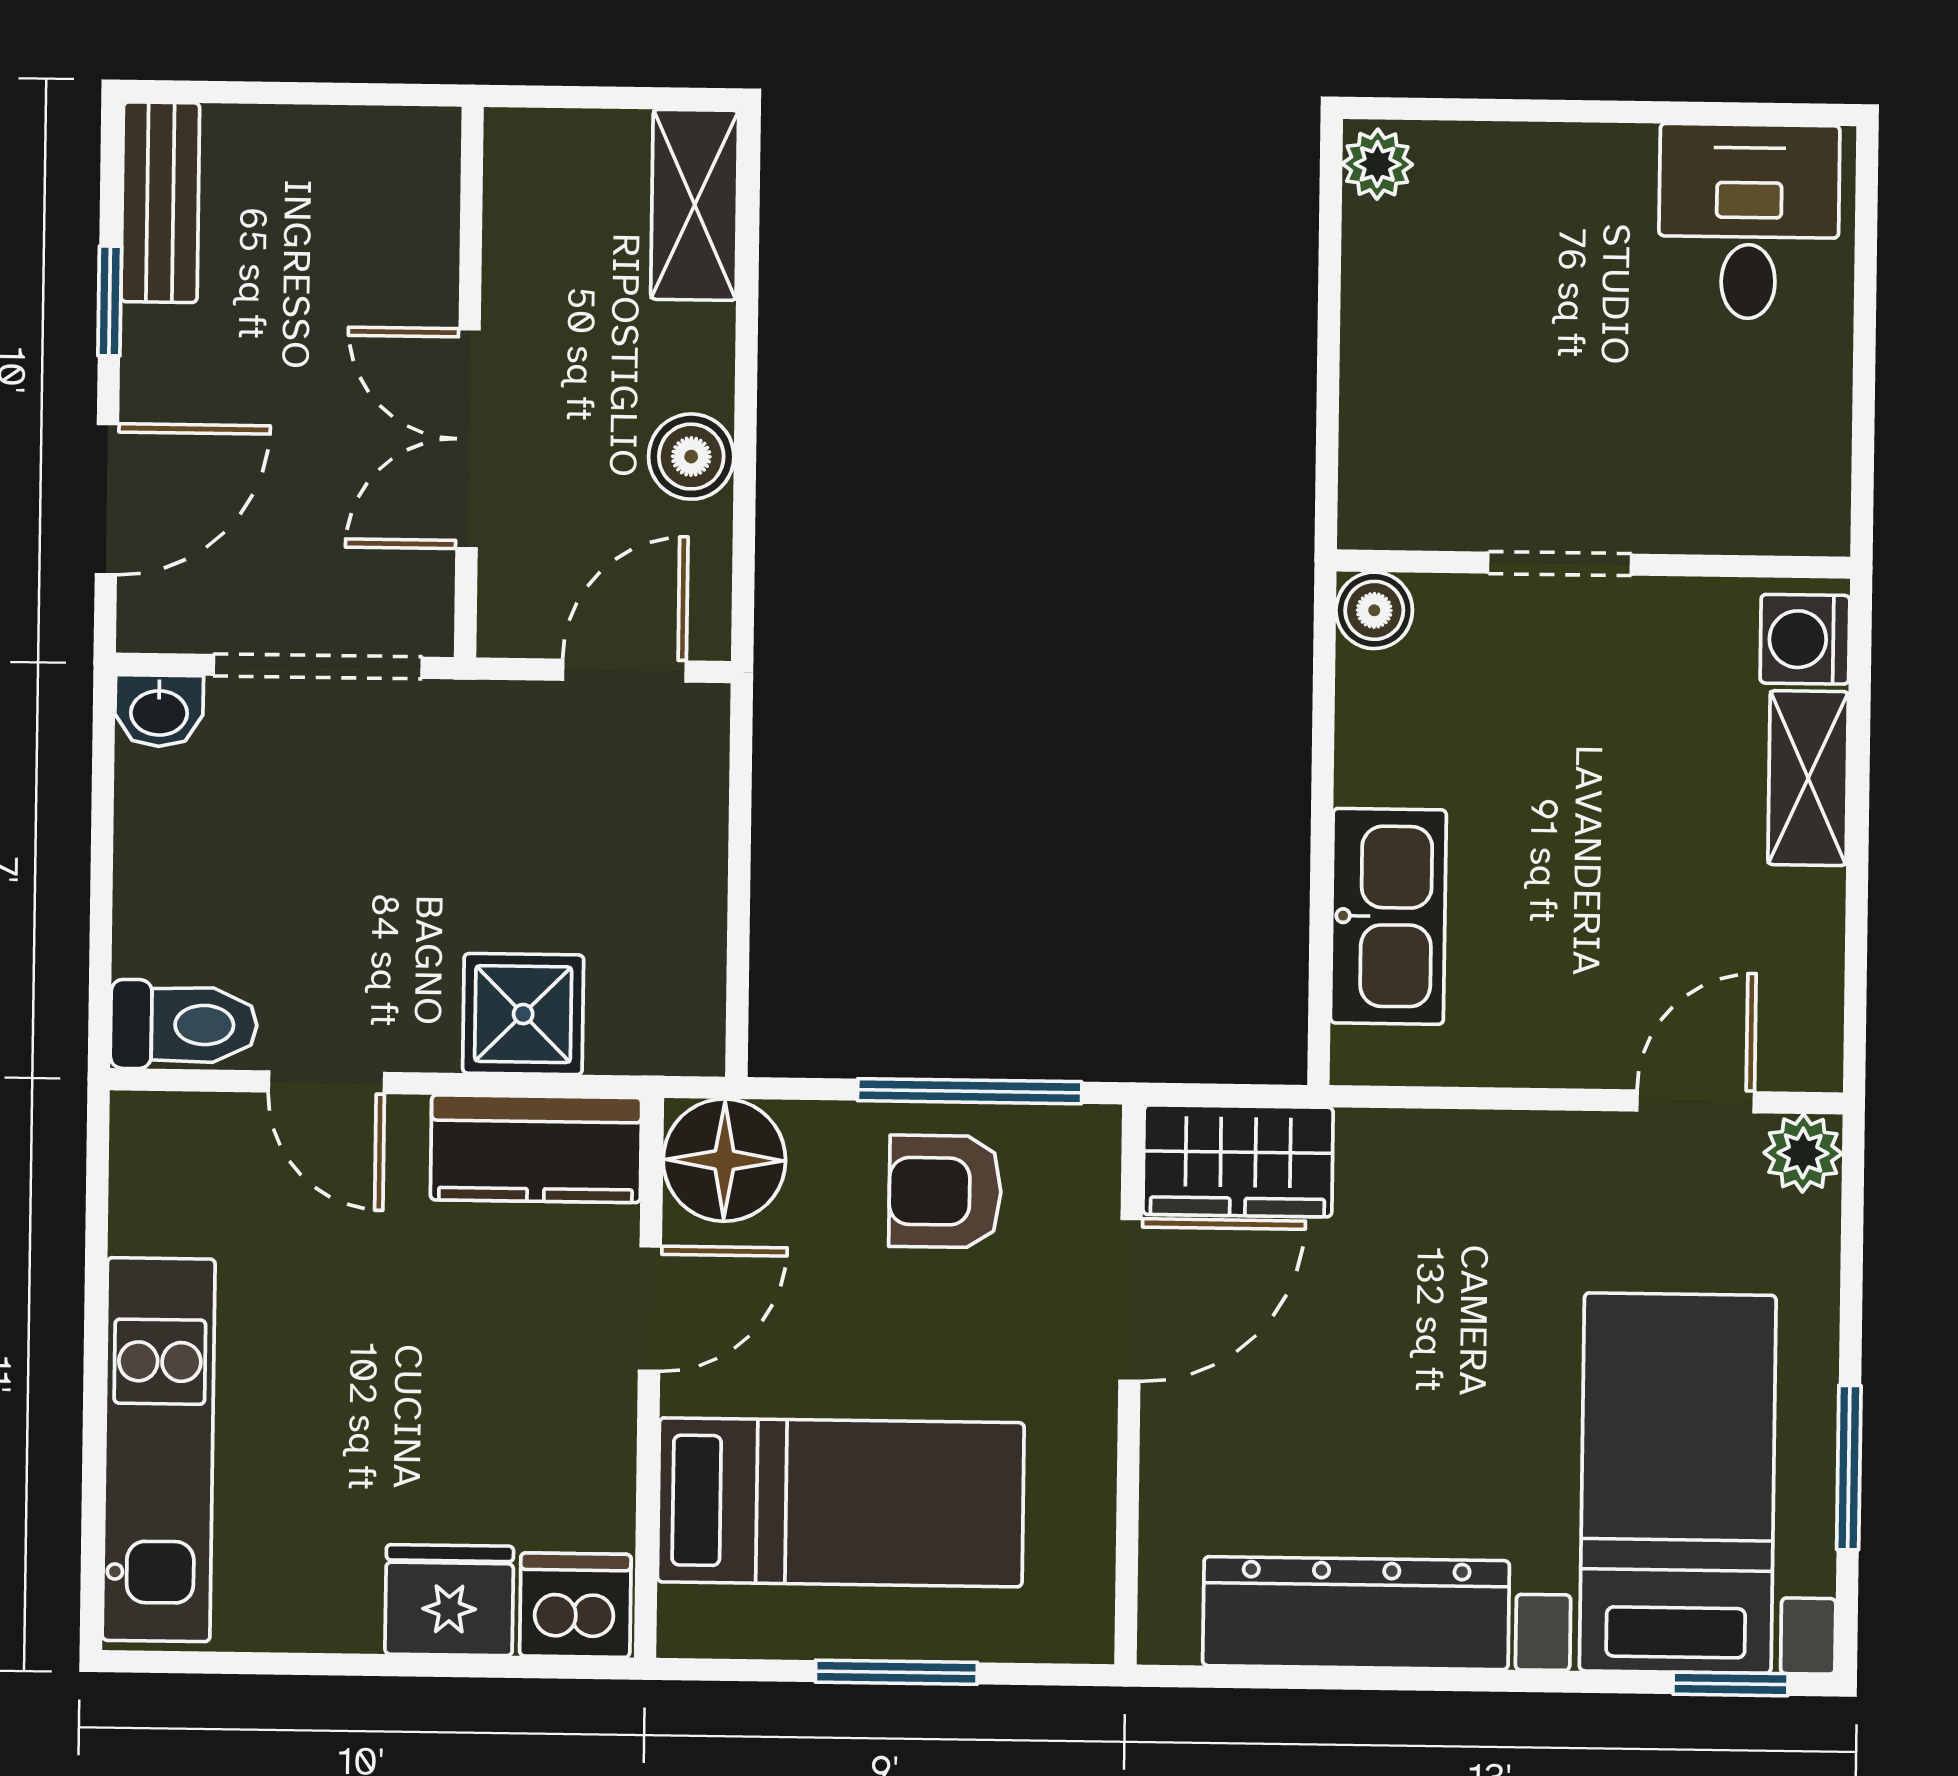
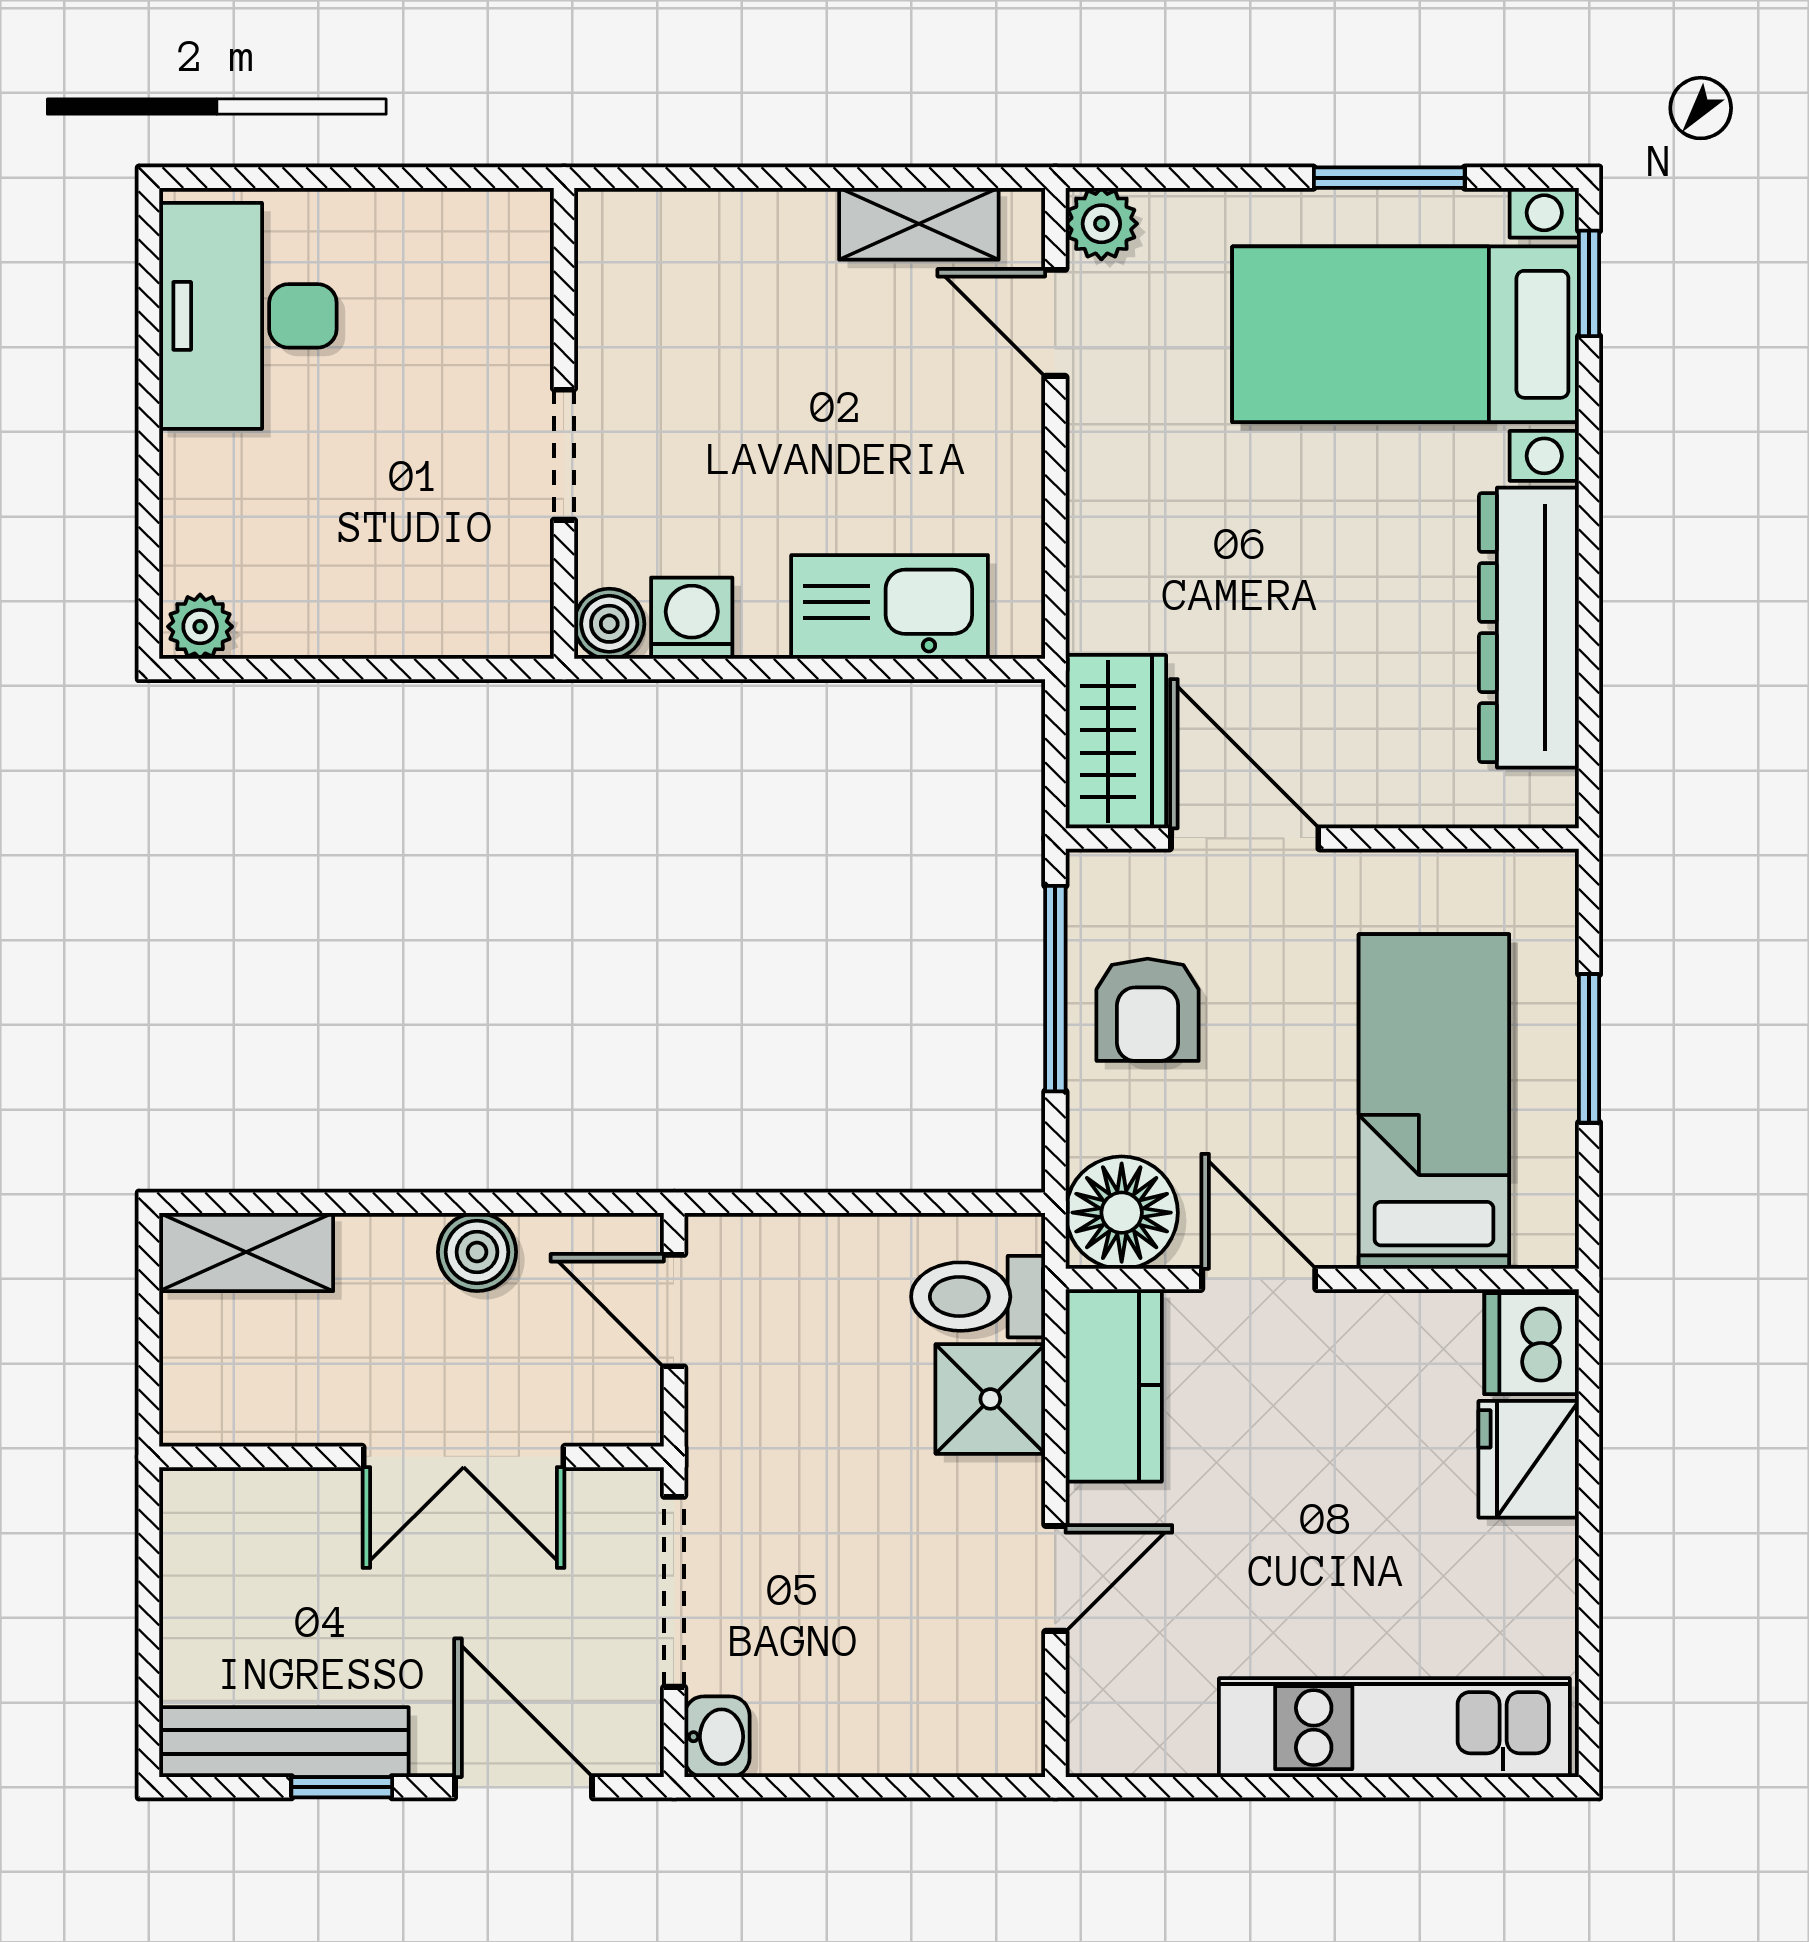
bench: (160, 202) -> (284, 1742), width x1.36
desk: (1749, 221) -> (248, 316), width x1.37
washing machine: (1805, 639) -> (692, 618), moved, turned 180
shelving: (1808, 778) -> (919, 224), moved
toilet: (184, 1025) -> (978, 1297), moved, turned -90

